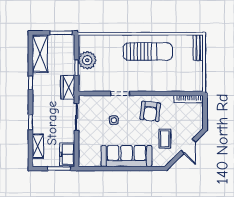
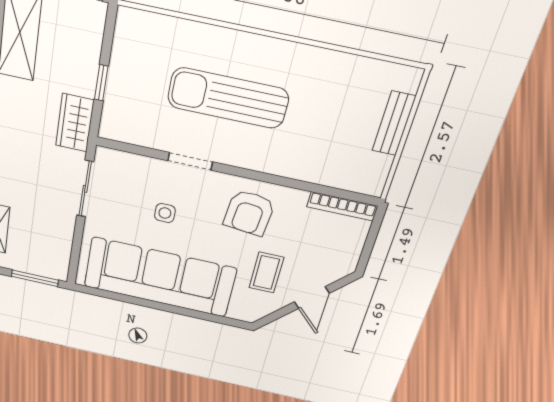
bench: (198, 48) -> (394, 124), moved
sun lounger: (148, 52) -> (228, 98), moved, turned 180
plant: (87, 60) -> (129, 71), removed
freezer: (67, 154) -> (55, 256), removed
sofa: (126, 156) -> (159, 277), width x1.36, depth x1.27

